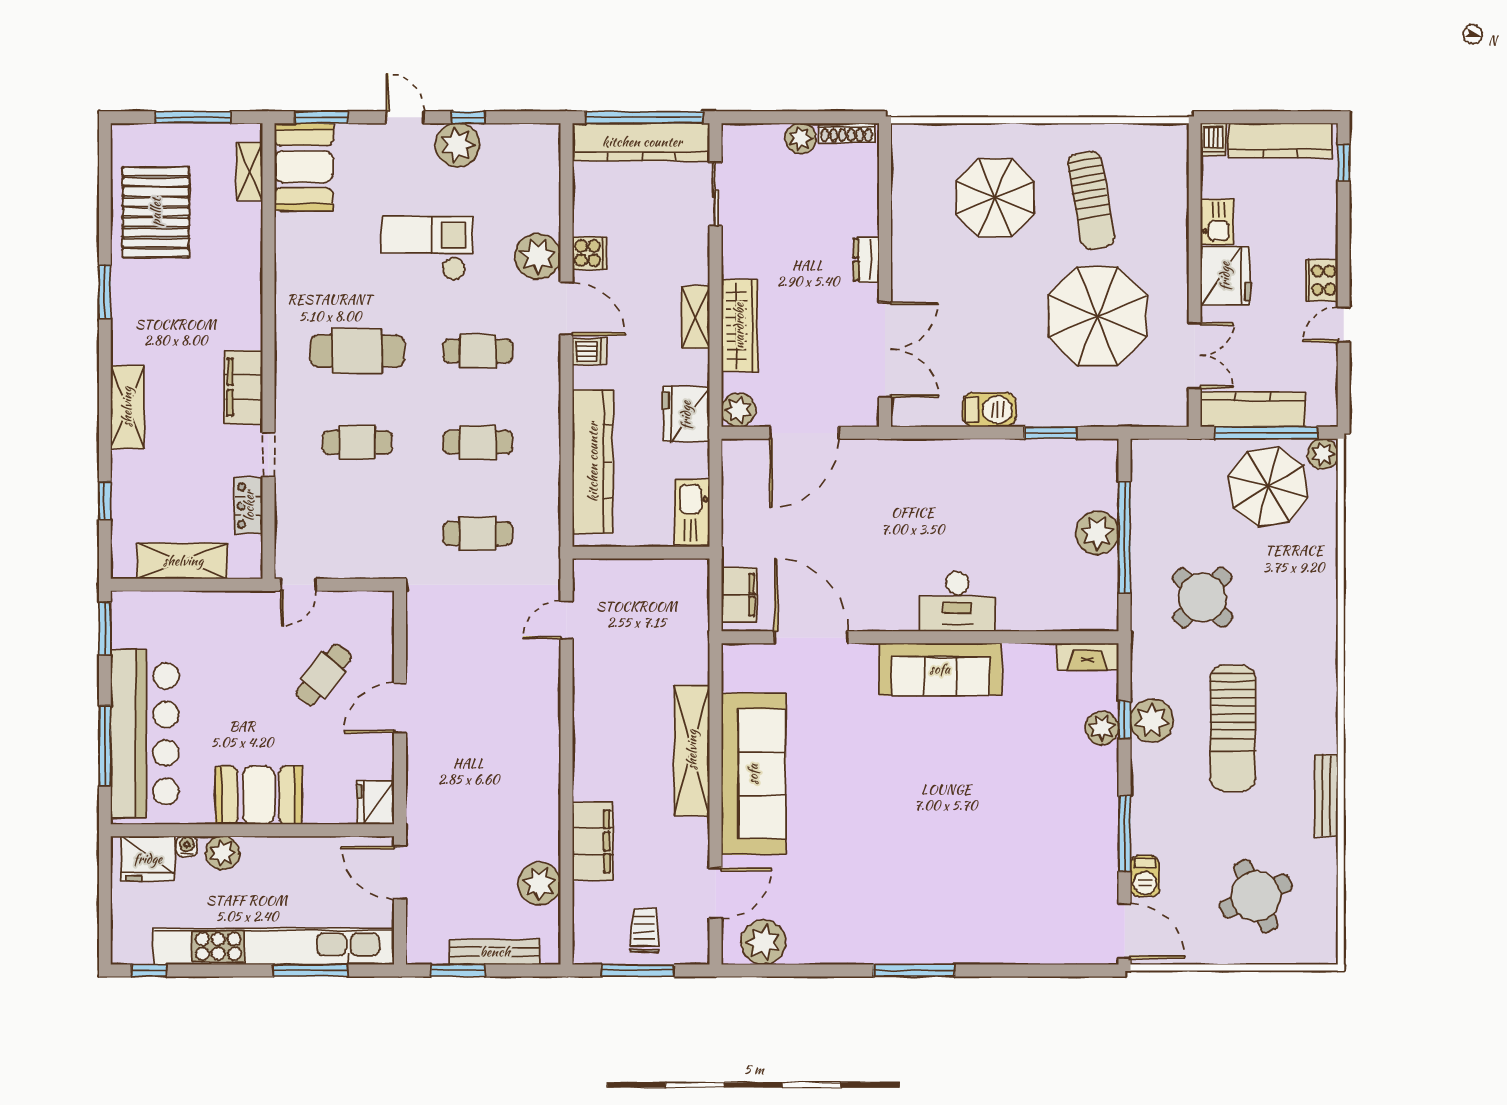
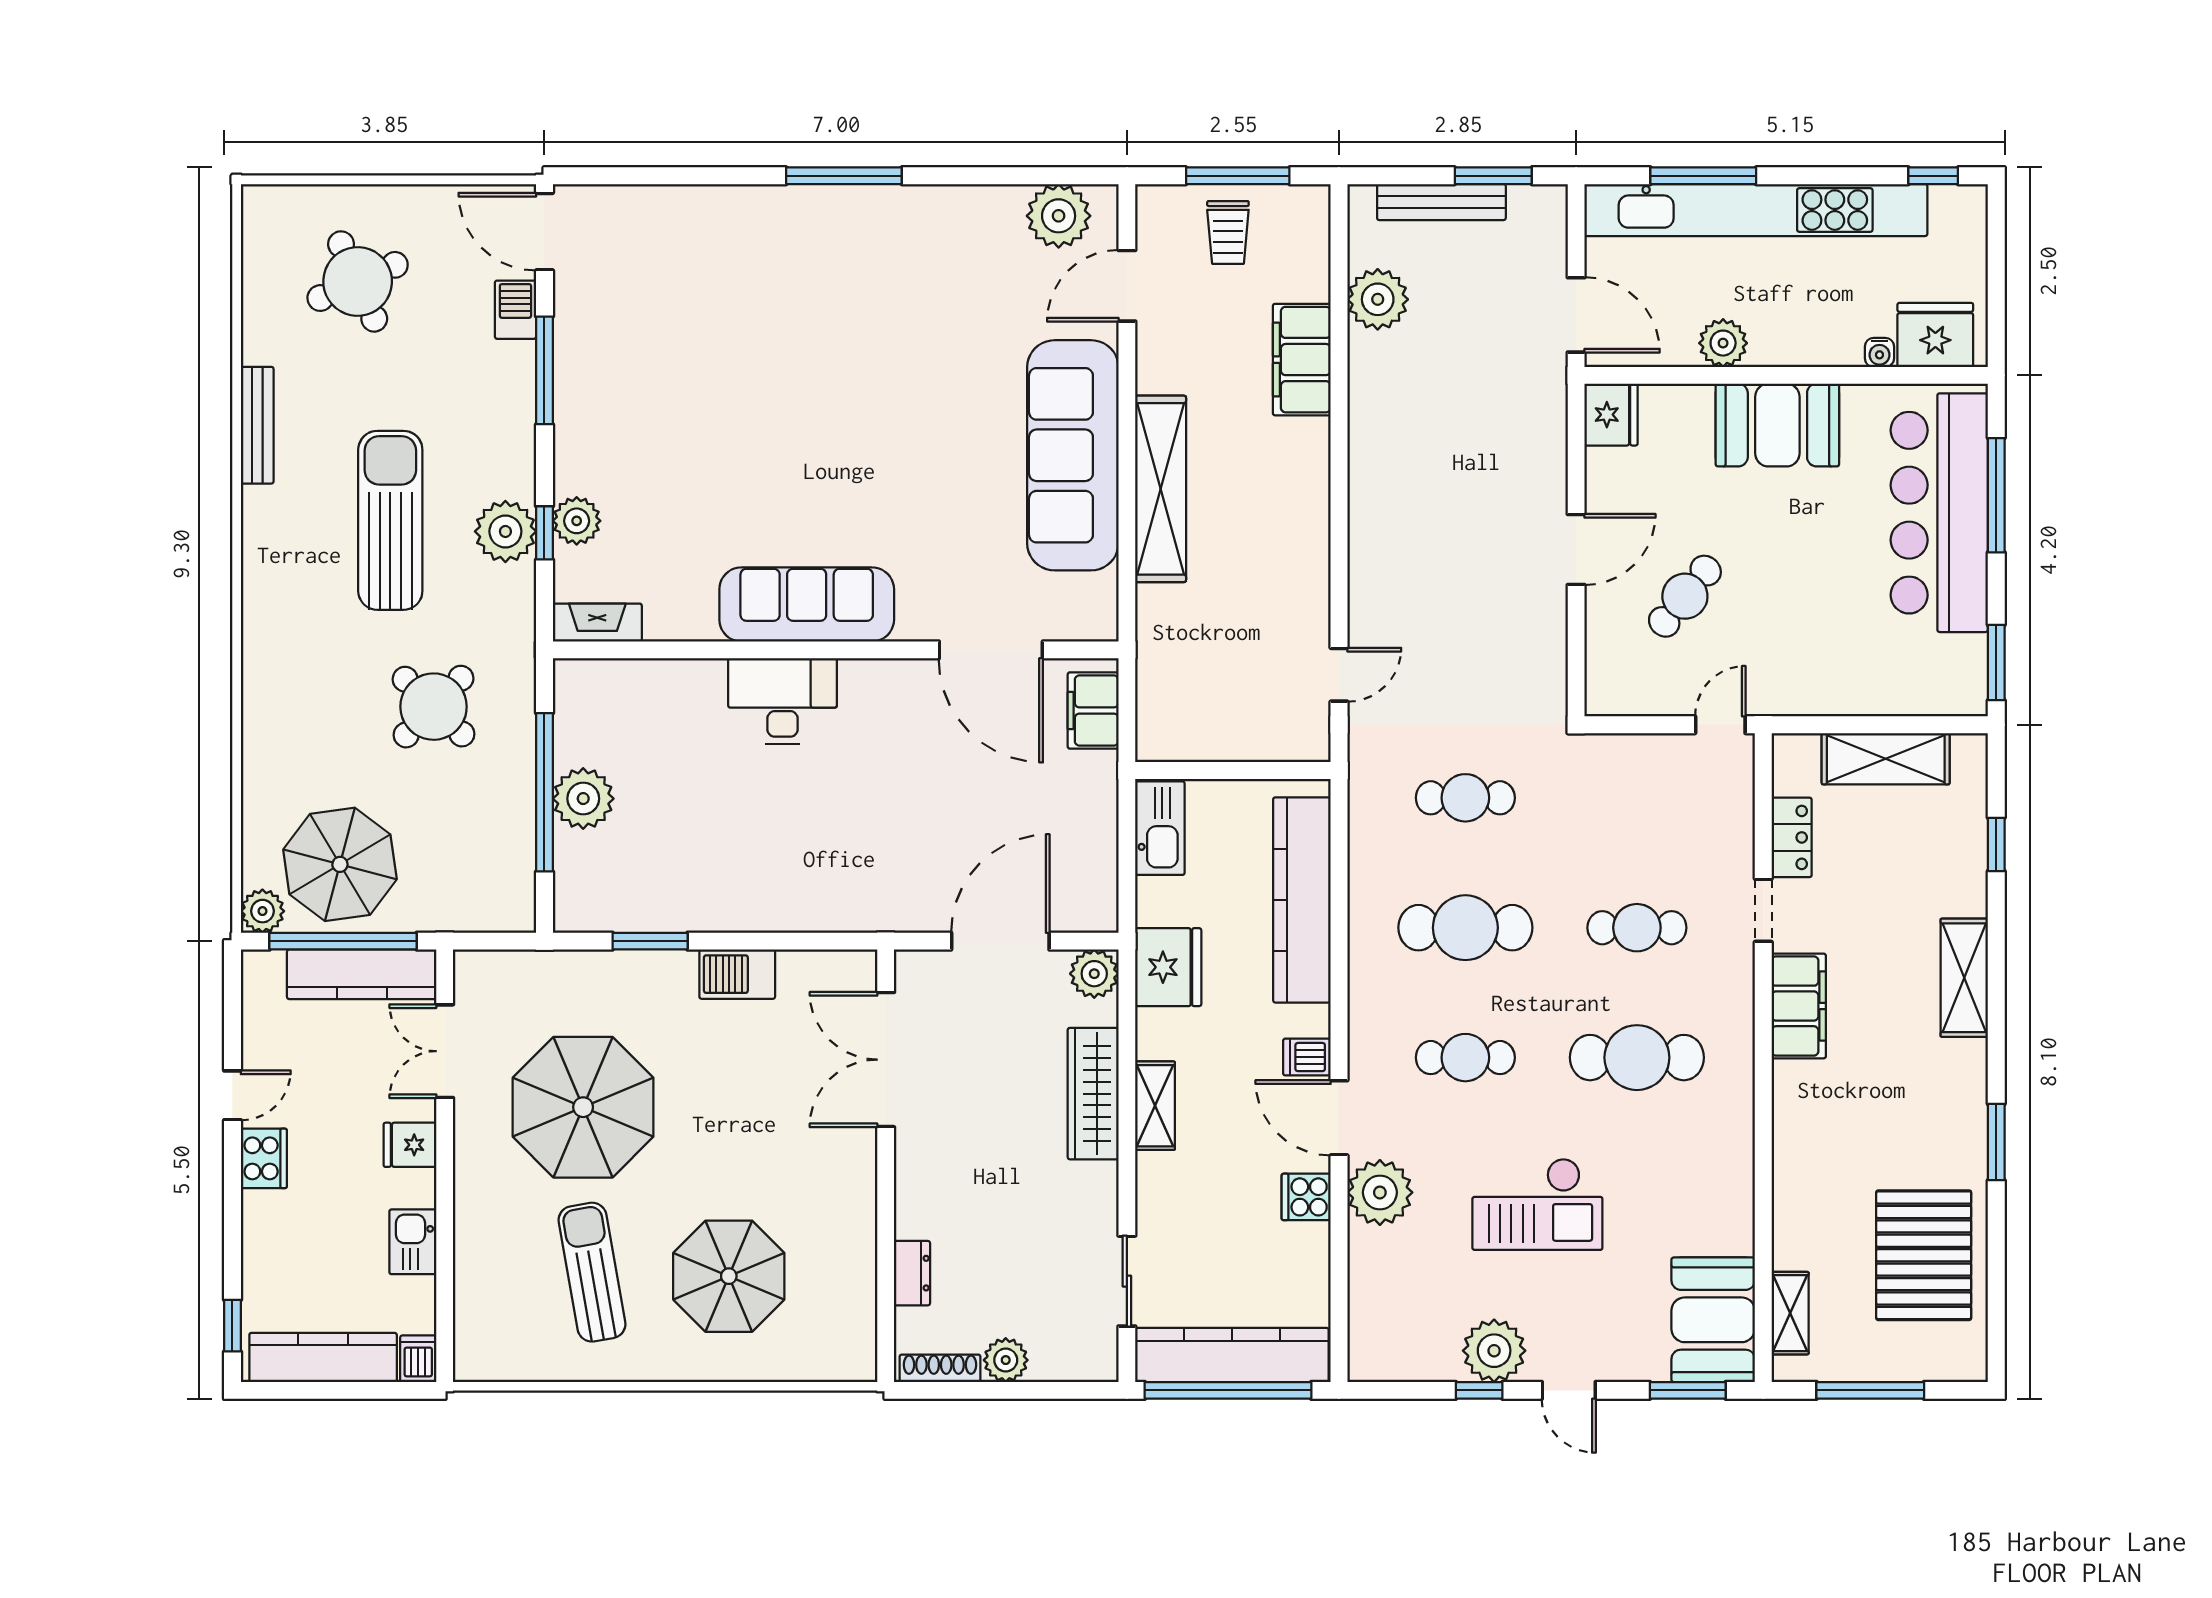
dresser: (866, 260) -> (912, 1273), moved
fridge: (1225, 276) -> (410, 1145), width x0.53, depth x0.75
cafe table: (478, 442) -> (1465, 928), width x1.37, depth x1.35
plant: (223, 853) -> (1723, 343), moved

